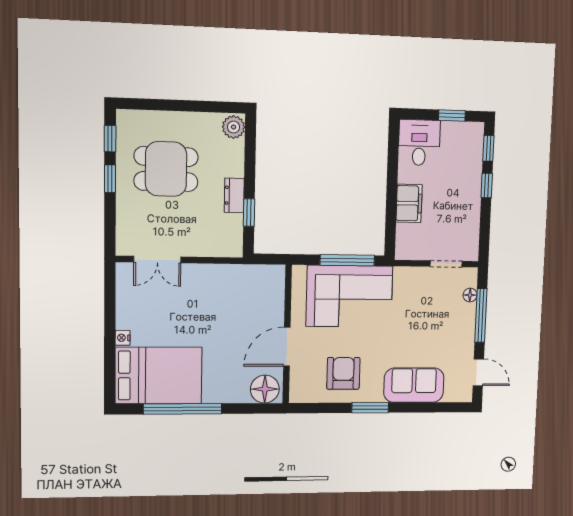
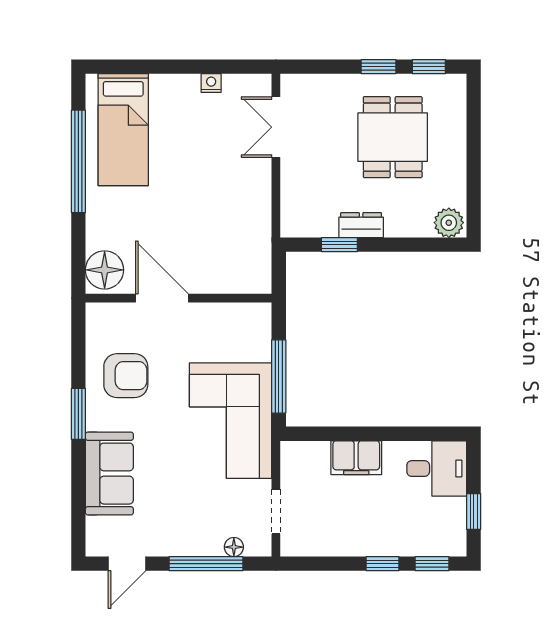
corner sofa: (349, 296) -> (231, 421), moved
nightstand: (123, 338) -> (211, 83), moved
bed: (159, 375) -> (123, 130), width x0.67

